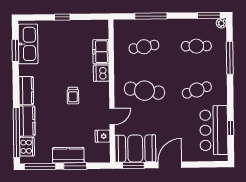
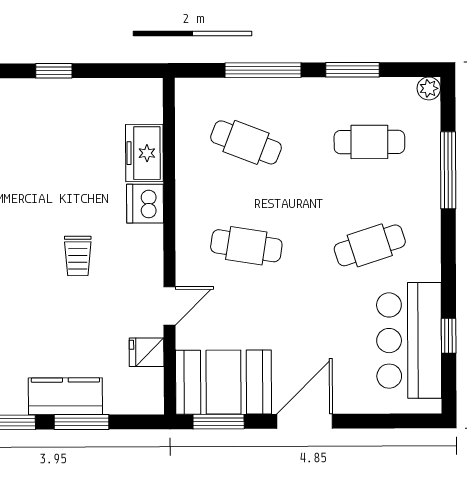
window: (209, 15) -> (352, 70), moved
cafe table: (144, 47) -> (246, 142), turned 30
cafe table: (144, 91) -> (246, 246), width x0.73, depth x0.74

